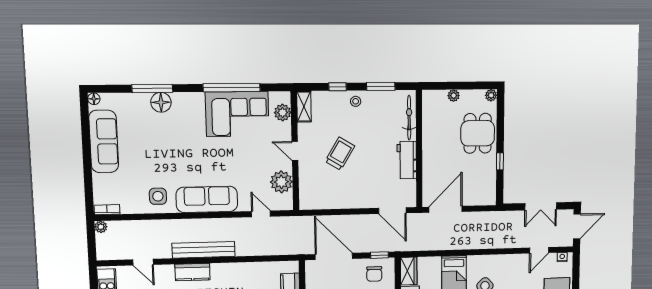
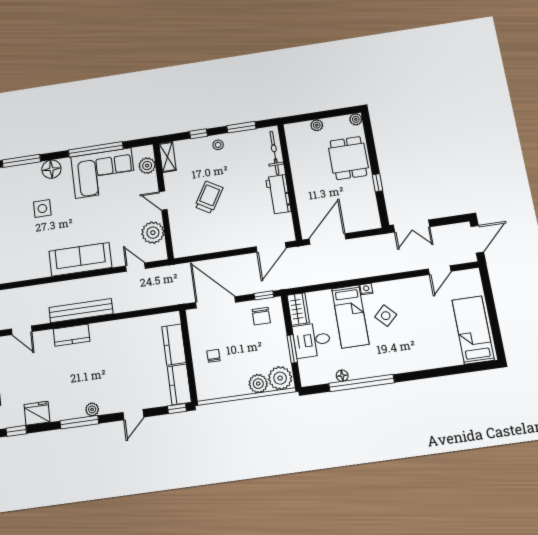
floor lamp: (161, 102) -> (51, 169), moved
side table: (158, 196) -> (42, 208), moved
double door: (541, 206) -> (411, 226), moved
door: (392, 211) -> (271, 247), hinge flipped
nightstand: (562, 257) -> (366, 289), moved

